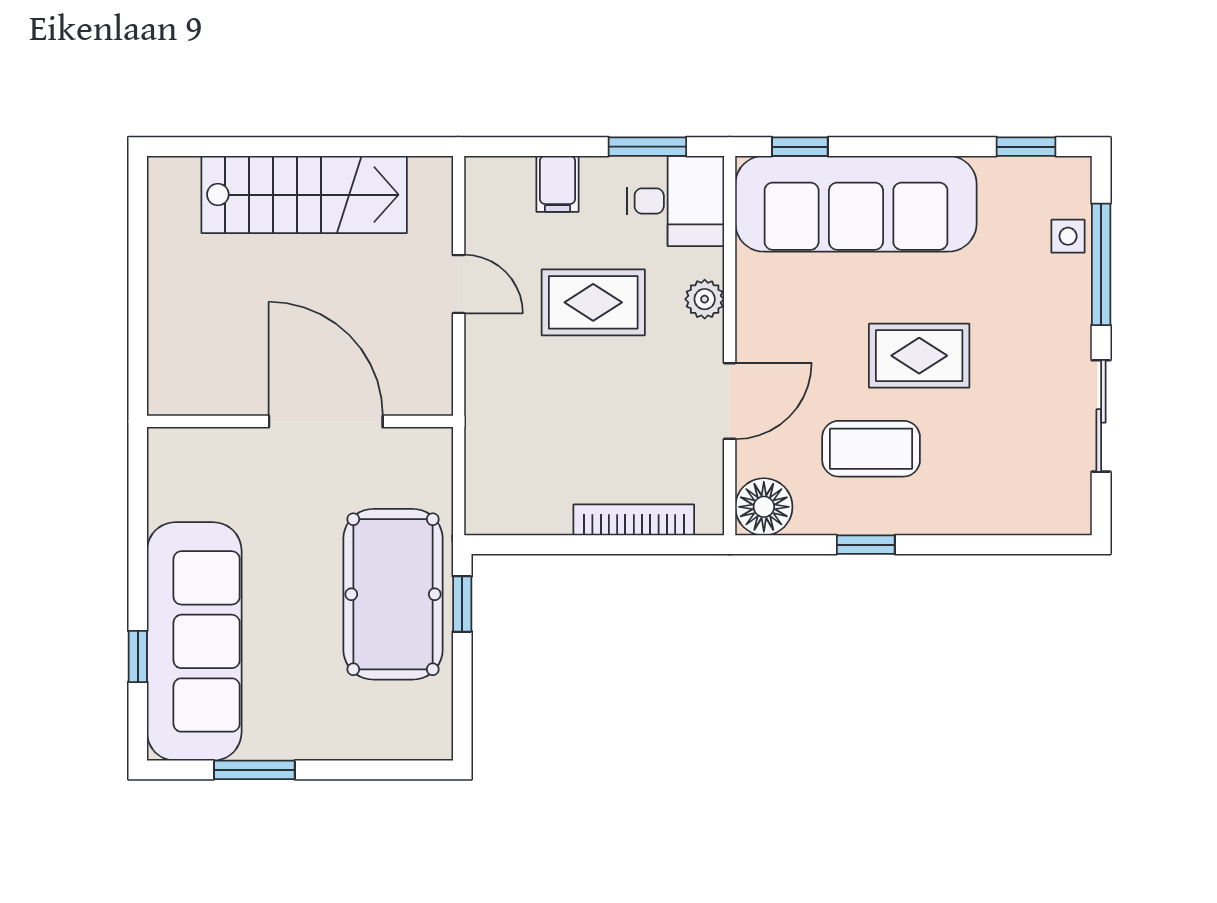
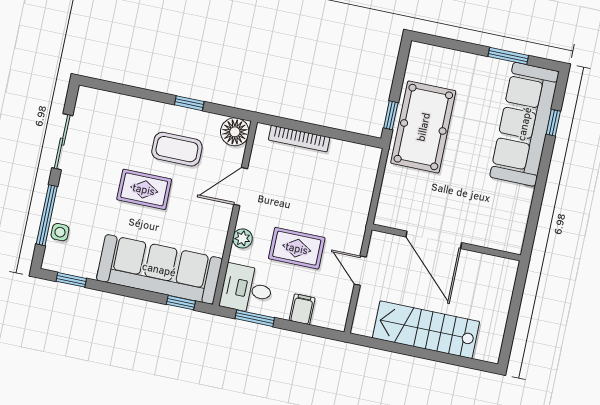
wall: (300, 421) -> (446, 242), moved
door: (326, 421) -> (434, 240), moved

